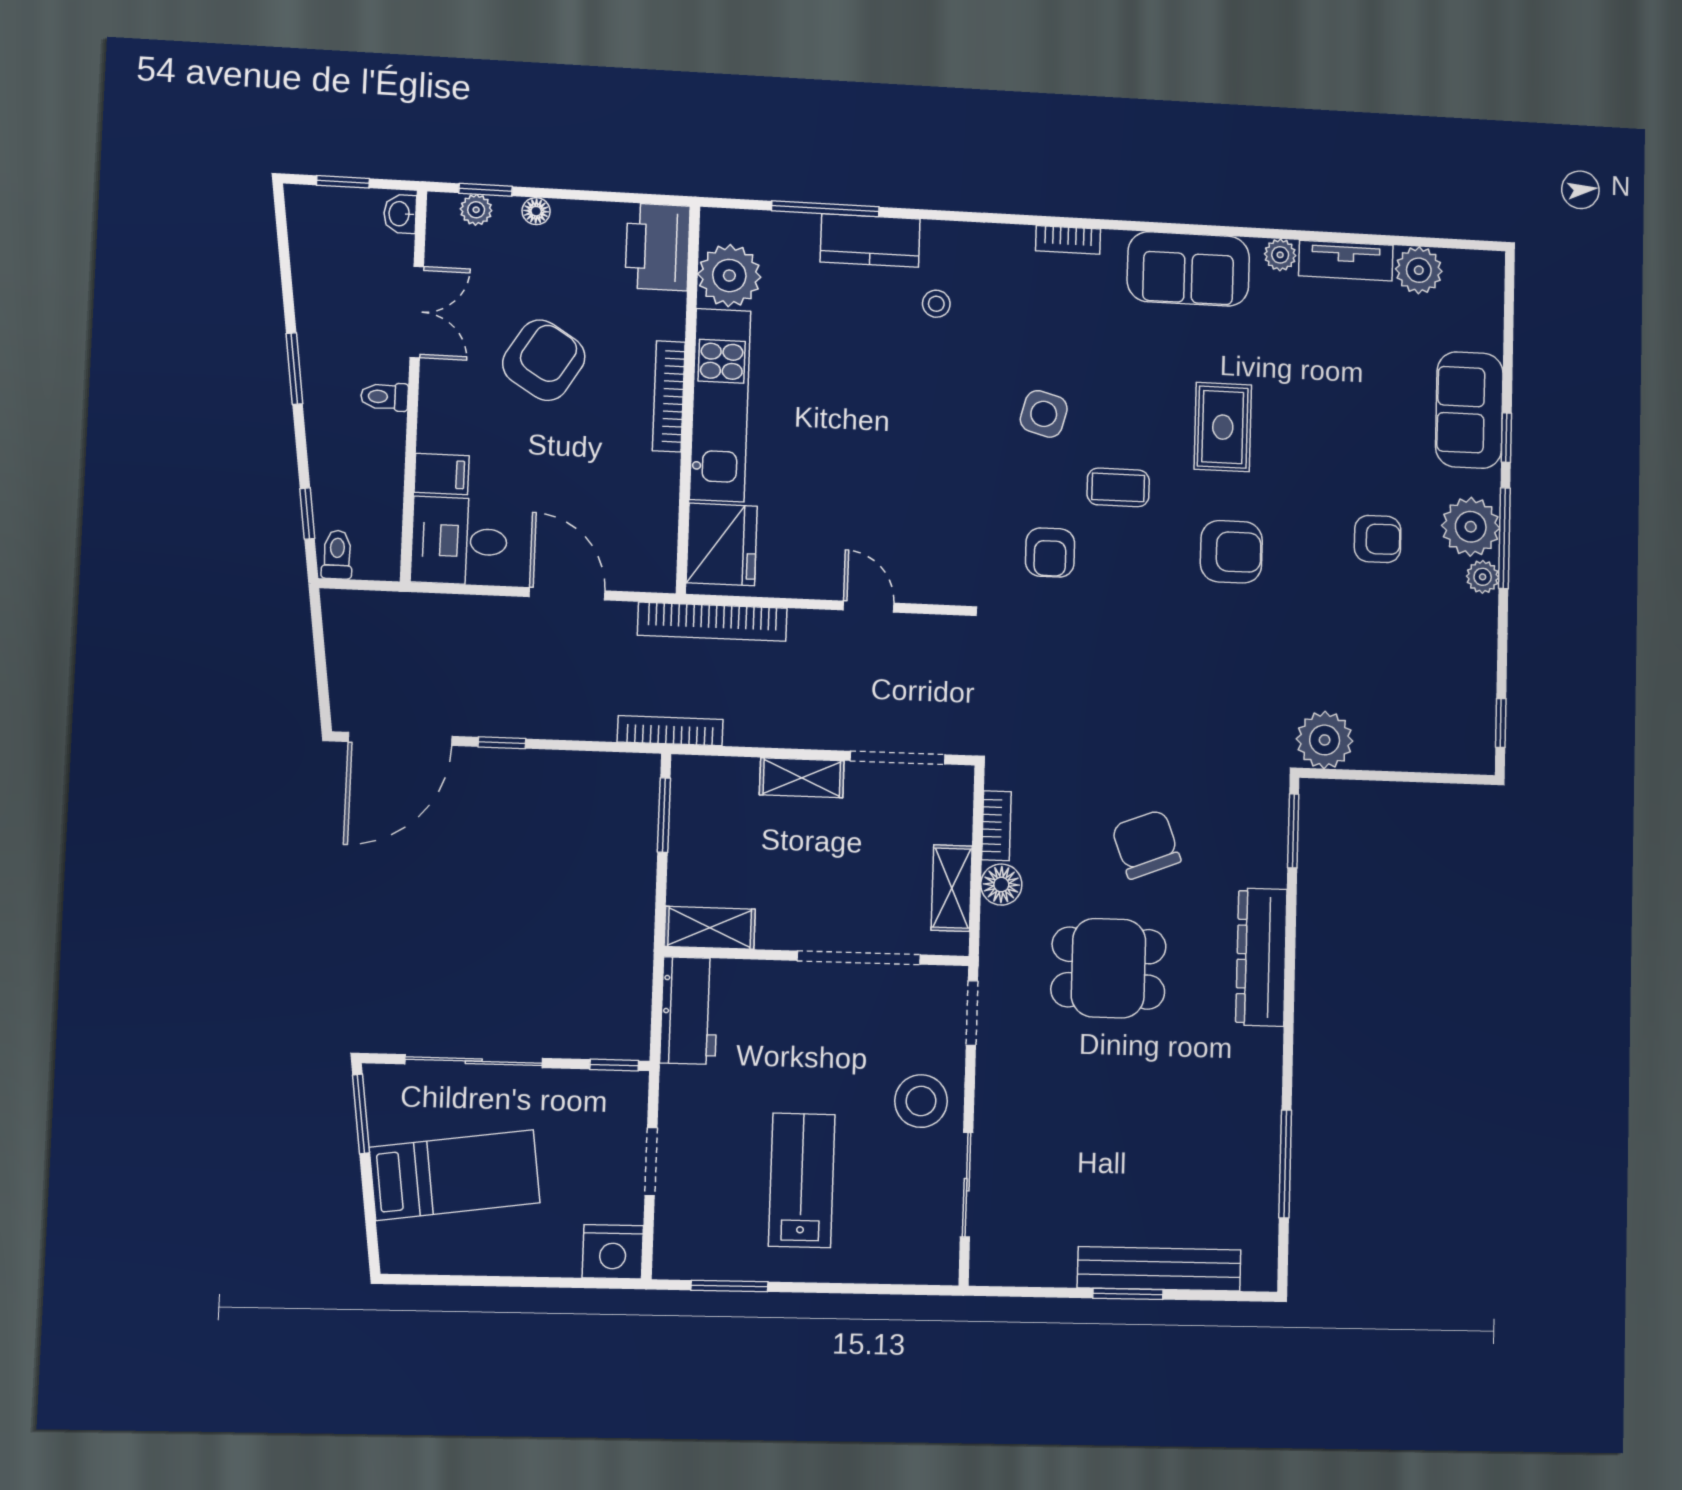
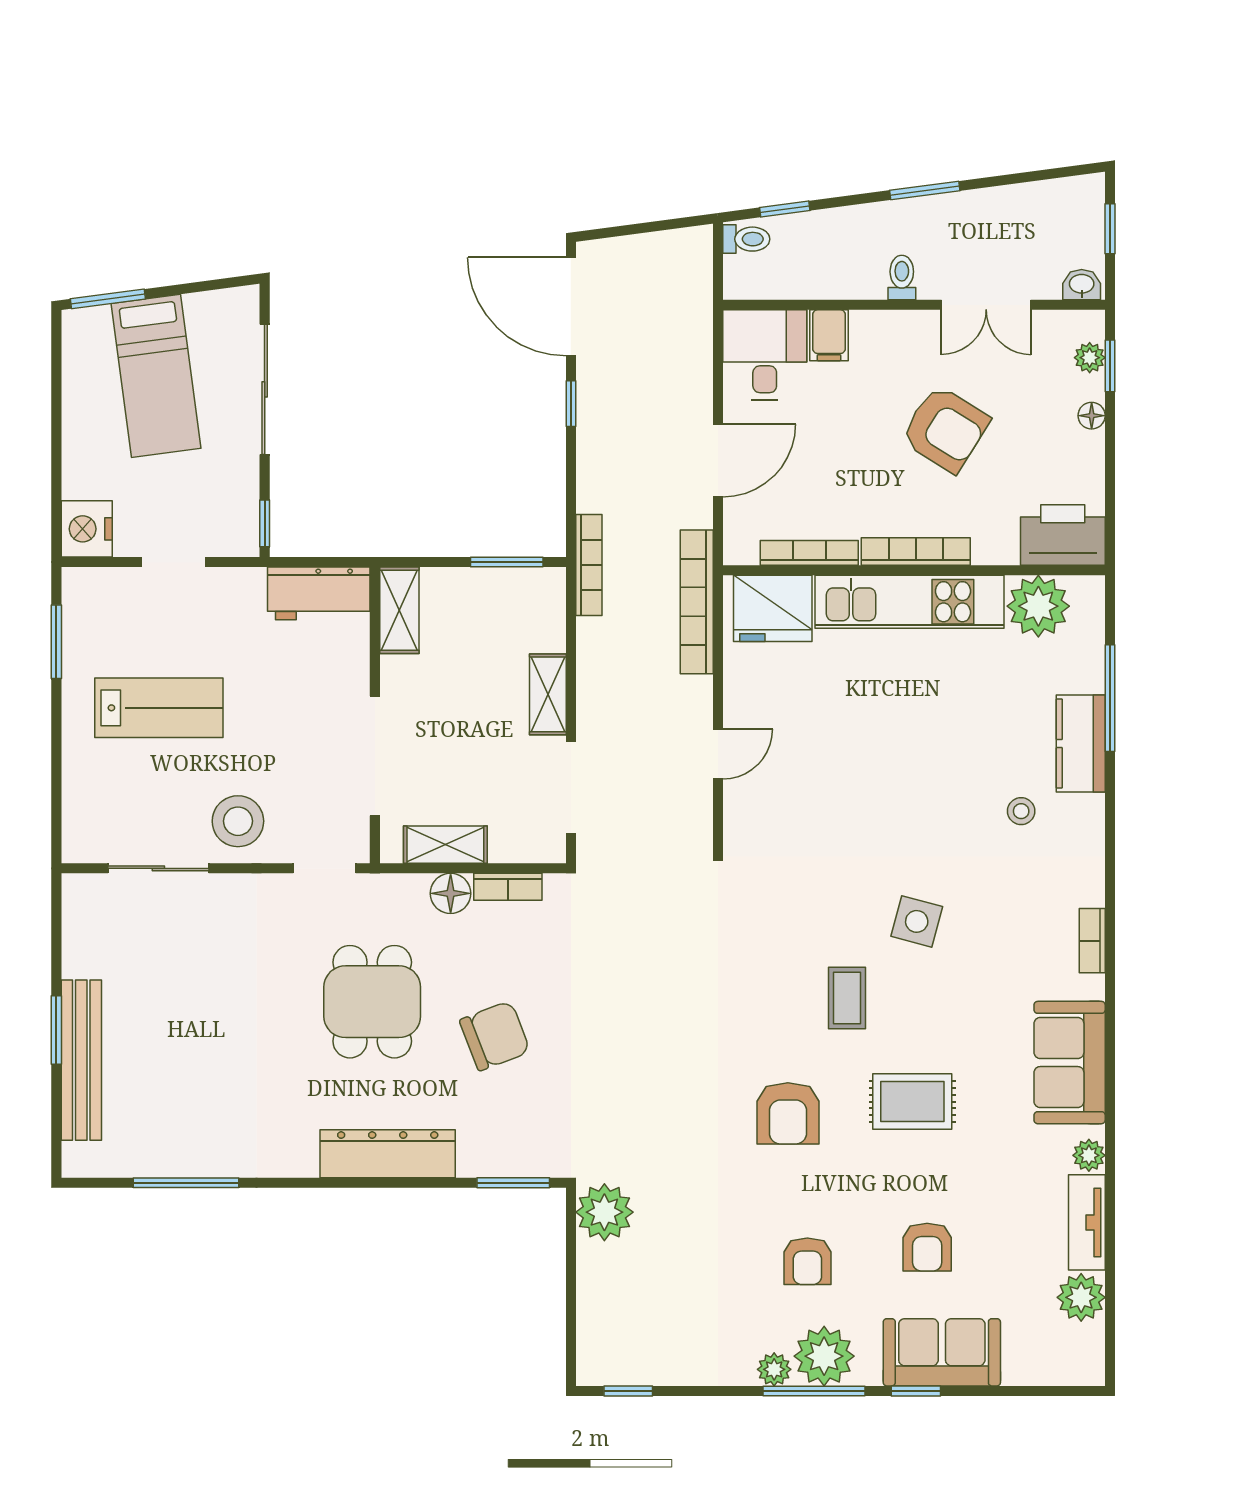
bookcase: (666, 505) -> (809, 553), added
armchair: (1050, 552) -> (927, 1247), moved, turned -90
window: (361, 1114) -> (108, 299), moved

